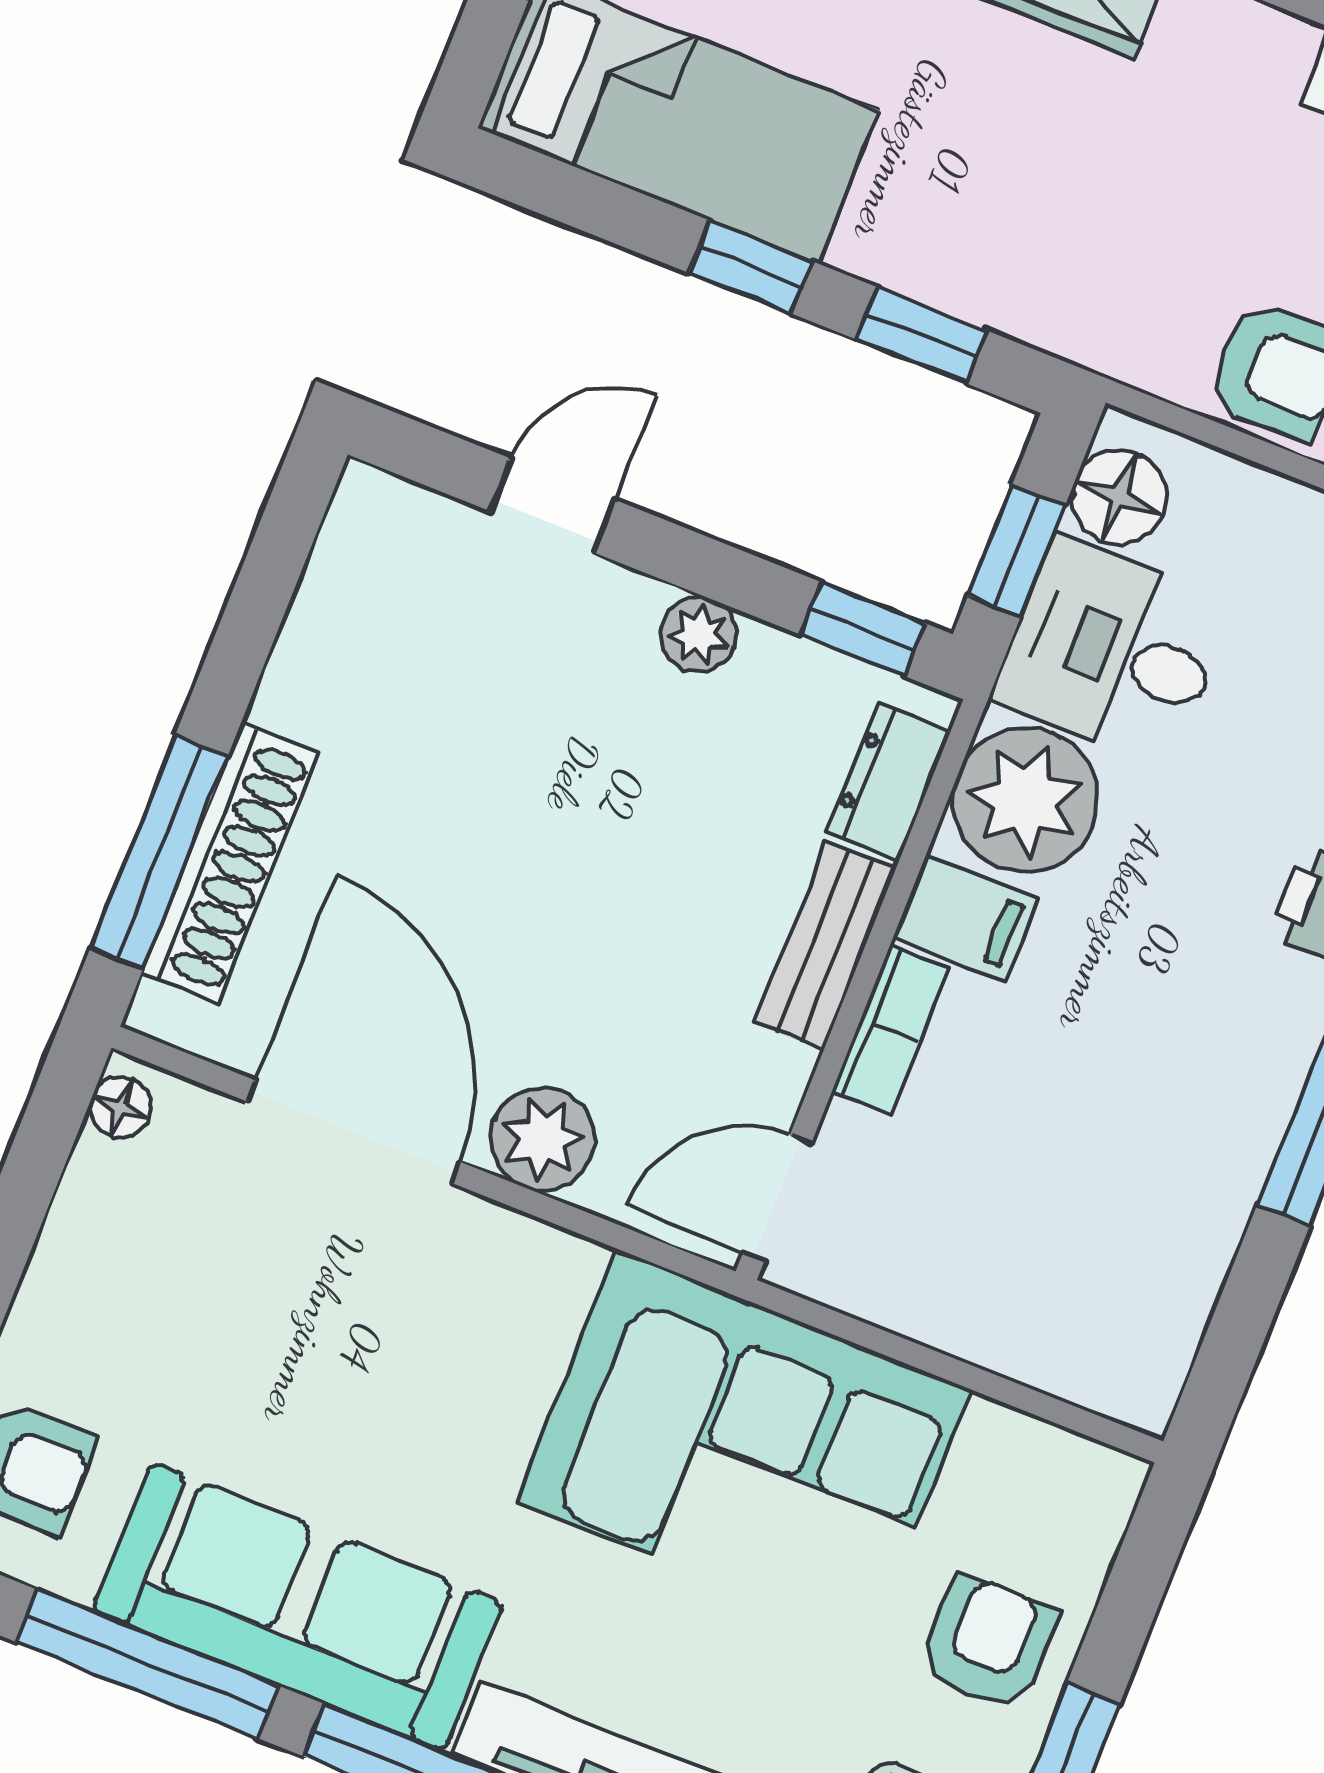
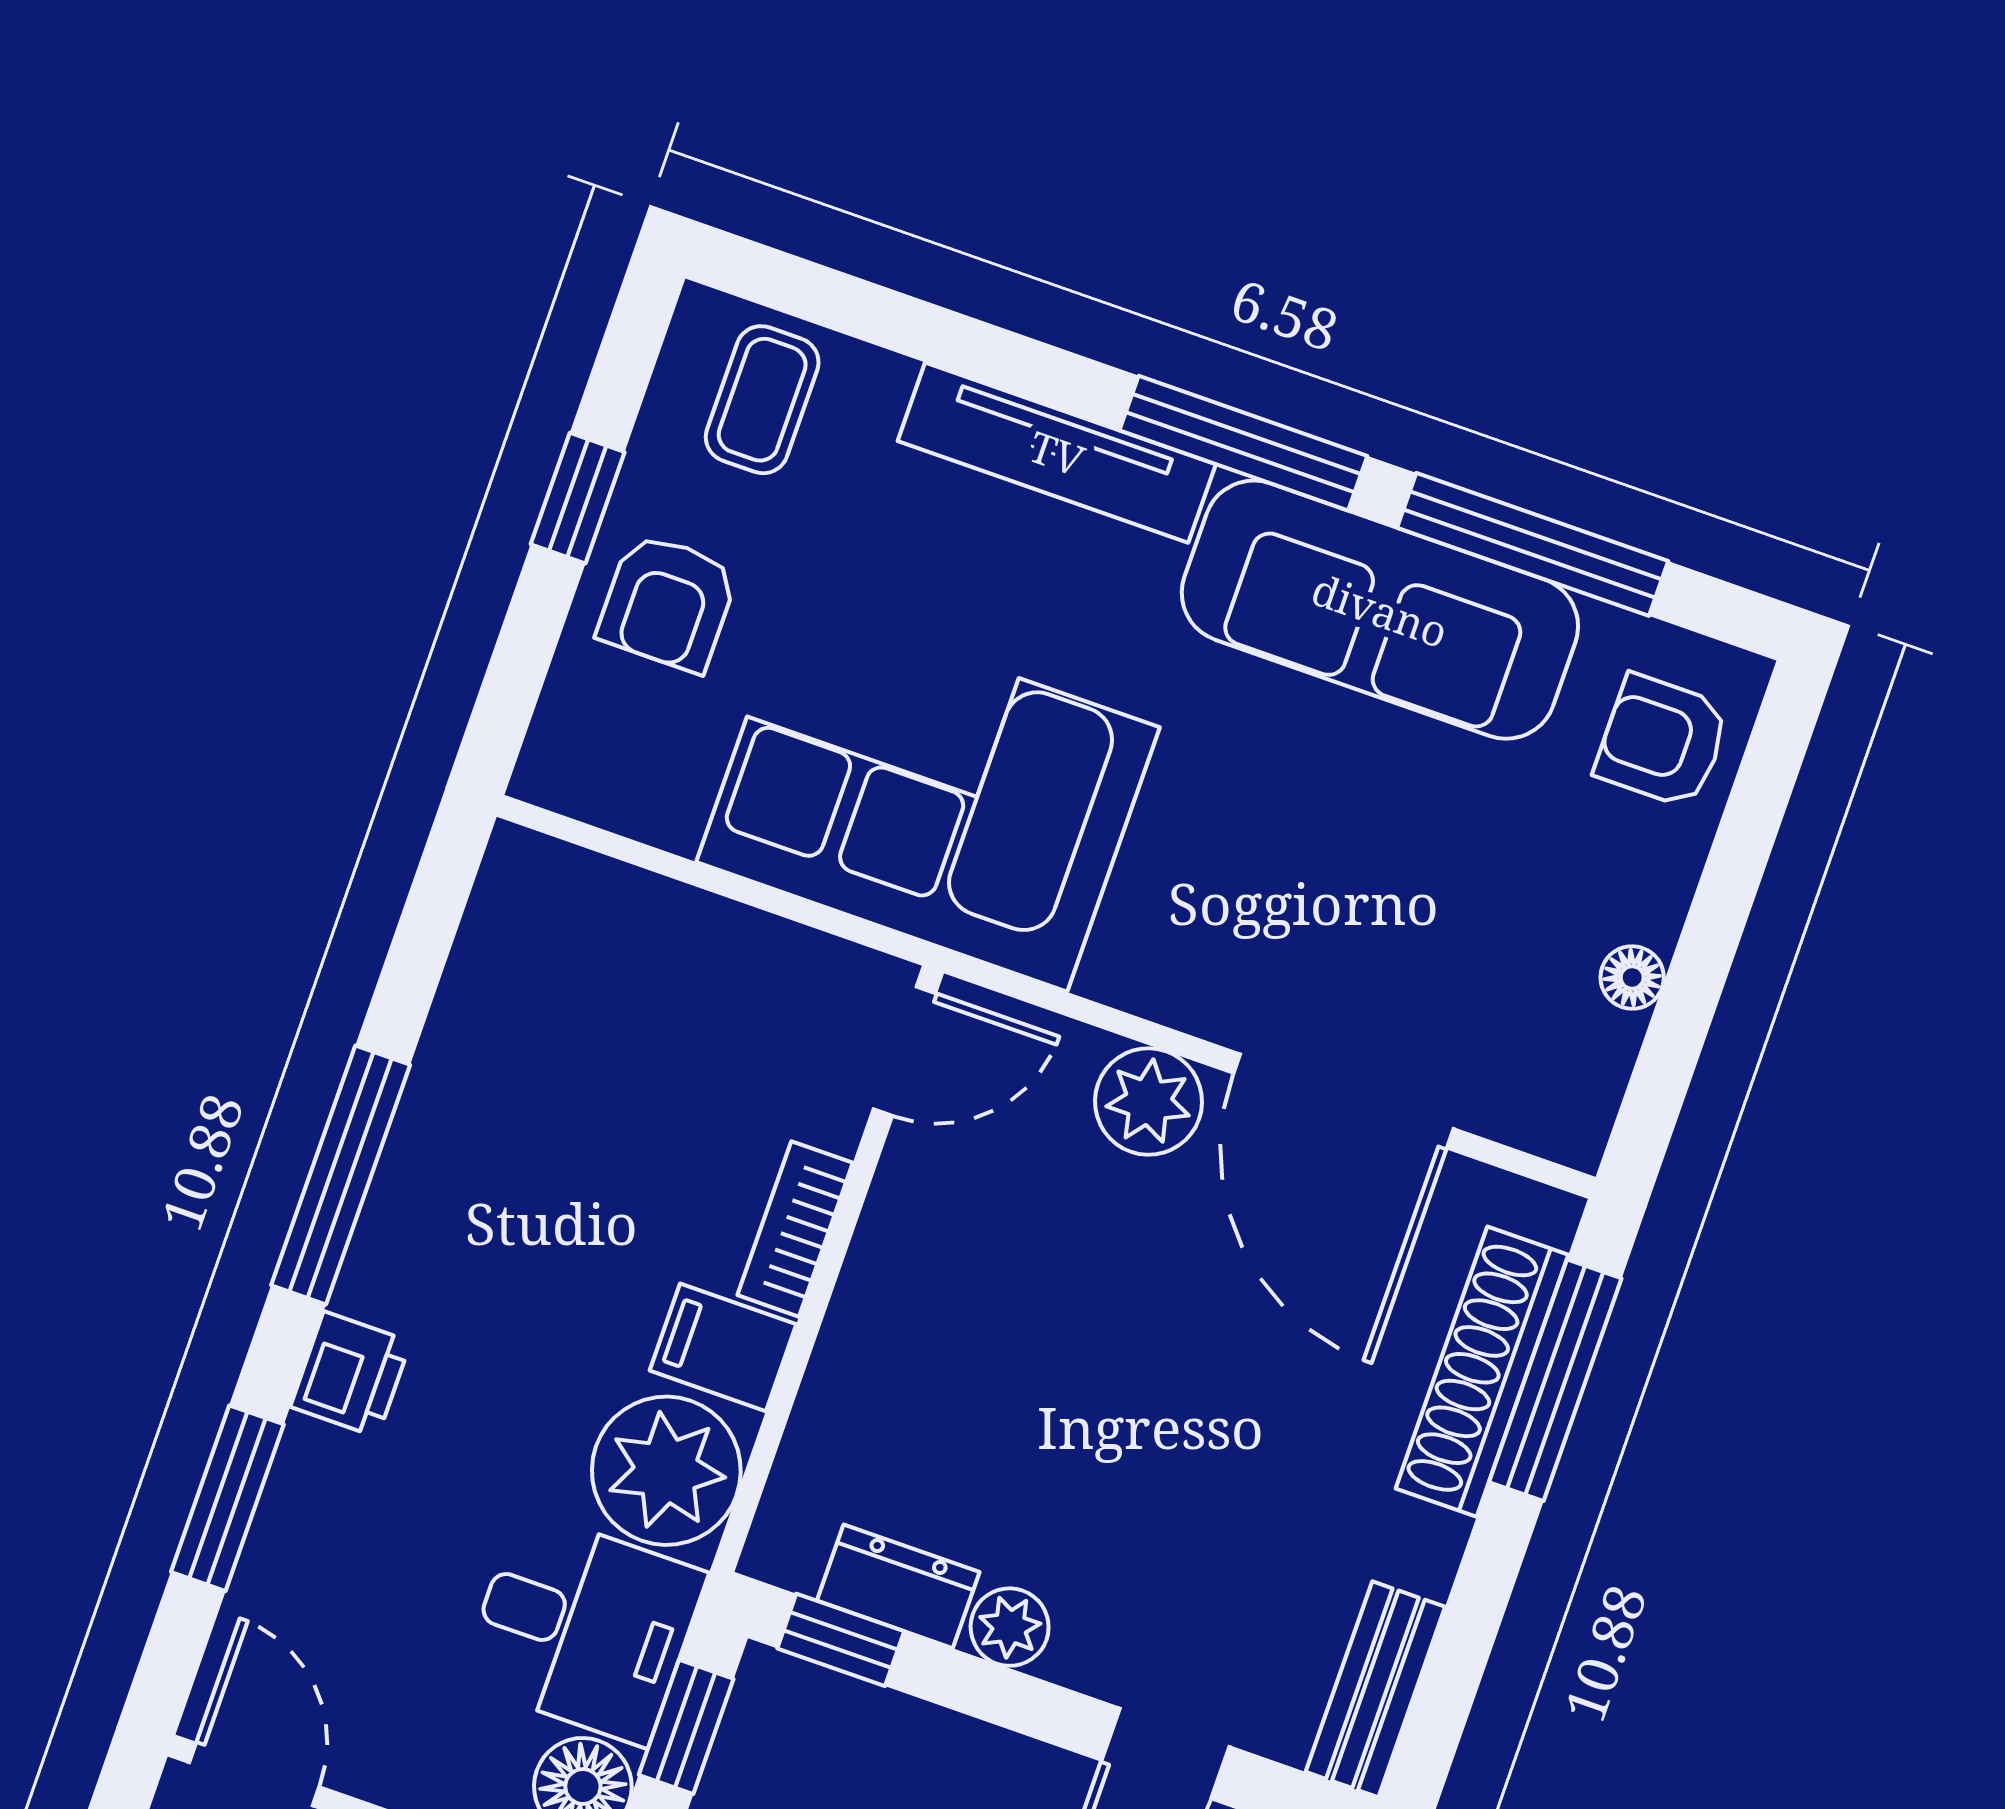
dresser: (888, 782) -> (898, 1586), moved, turned -90
bench: (825, 946) -> (1375, 1689), moved
floor lamp: (121, 1107) -> (1632, 977), moved

